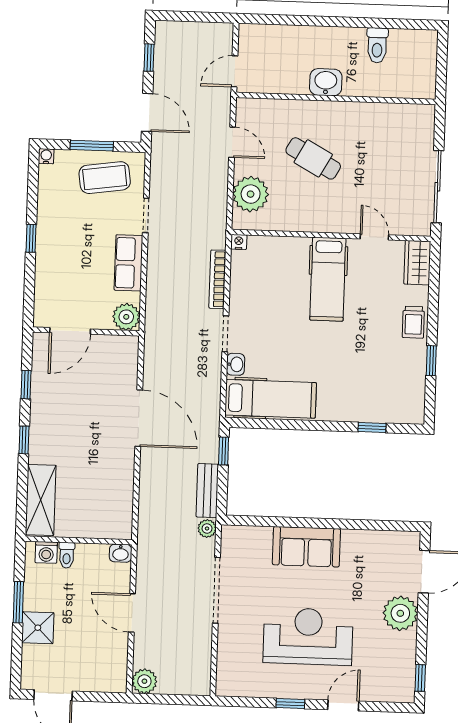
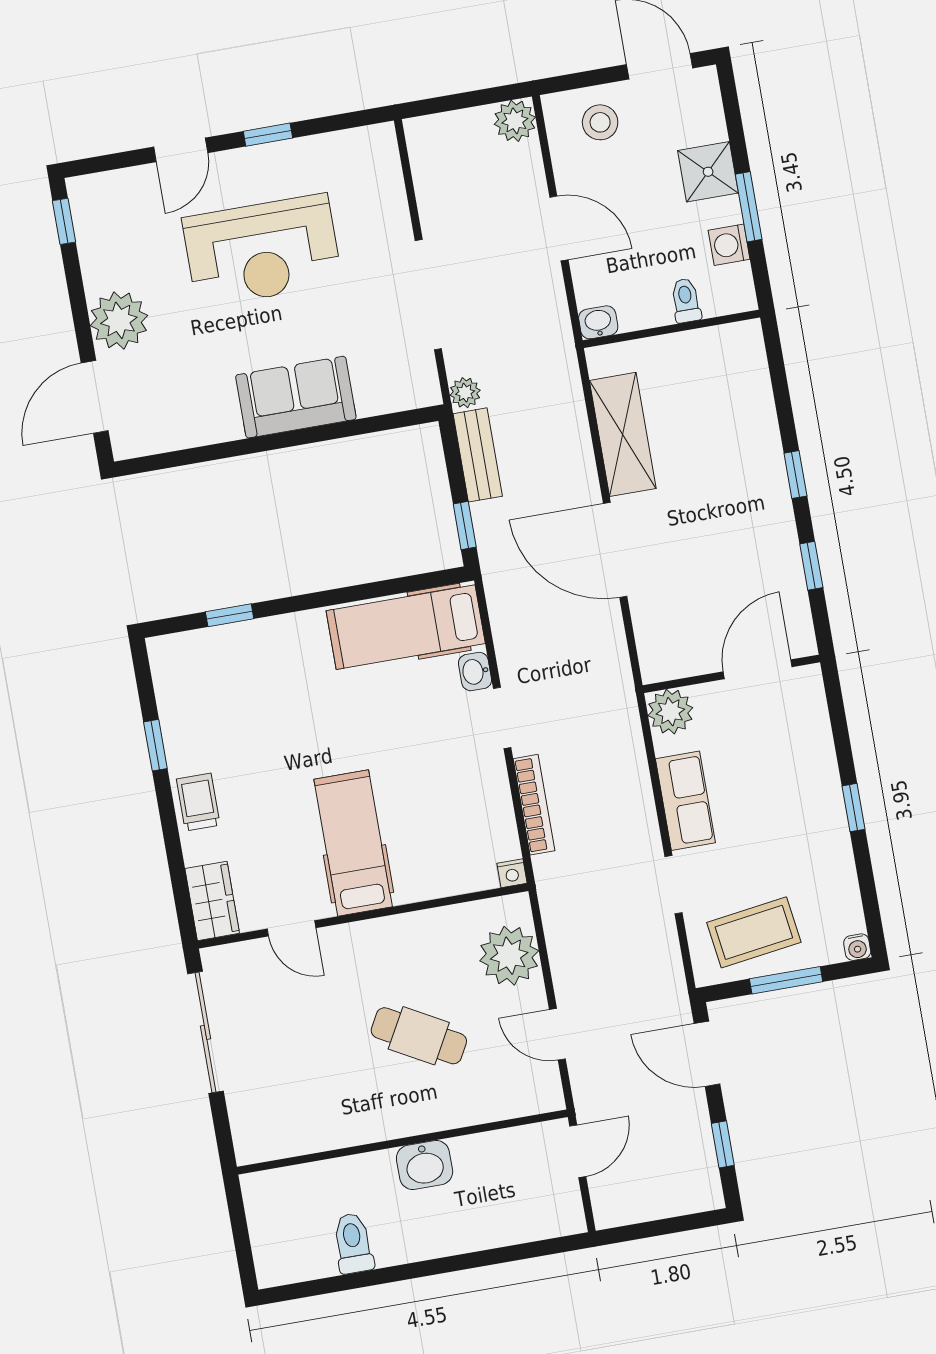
shelving: (41, 500) -> (623, 434), moved
washing machine: (46, 552) -> (729, 245), moved, turned -90
stool: (95, 670) -> (600, 122), added

